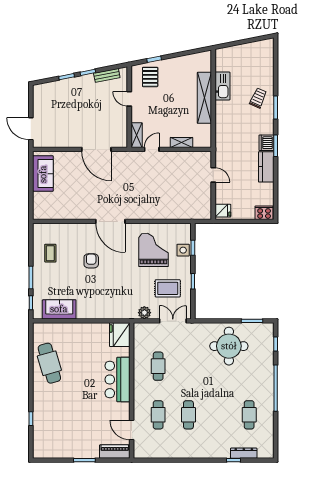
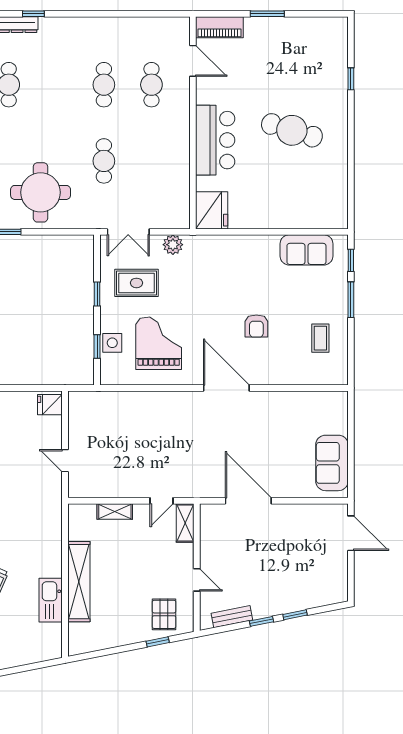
grand piano: (154, 250) -> (159, 343), turned 180
cafe table: (49, 363) -> (292, 130), moved, turned -57
cafe table: (158, 366) -> (104, 161), moved

